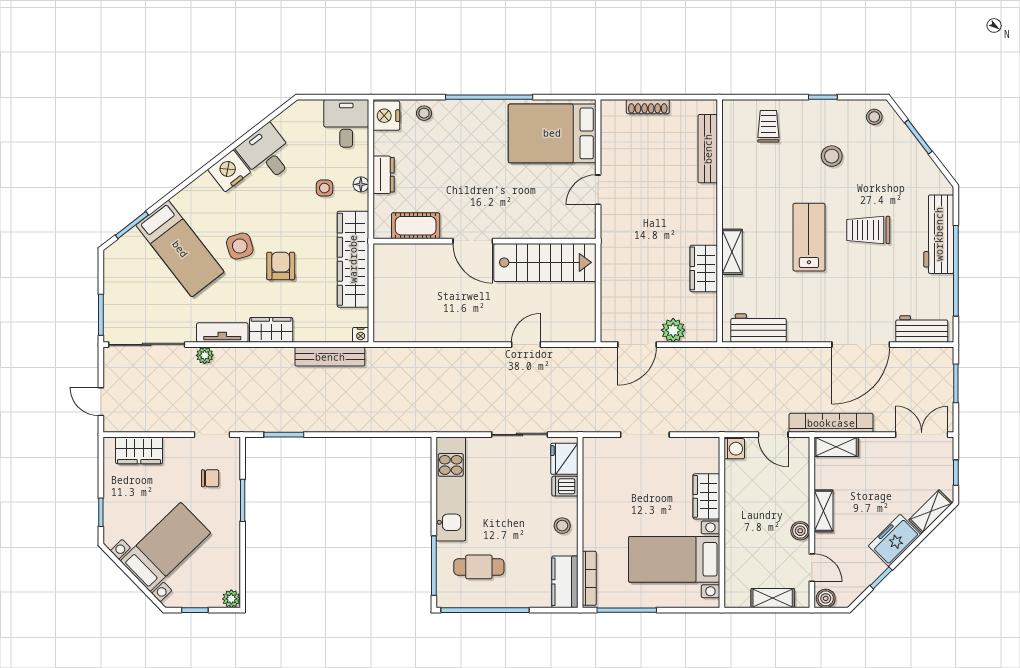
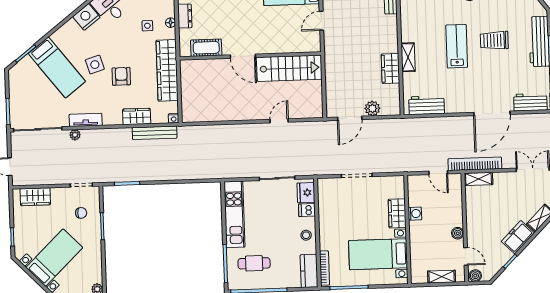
wardrobe: (271, 330) -> (137, 116), moved
washing machine: (734, 449) -> (415, 214), moved
shelving: (823, 511) -> (472, 220), removed

